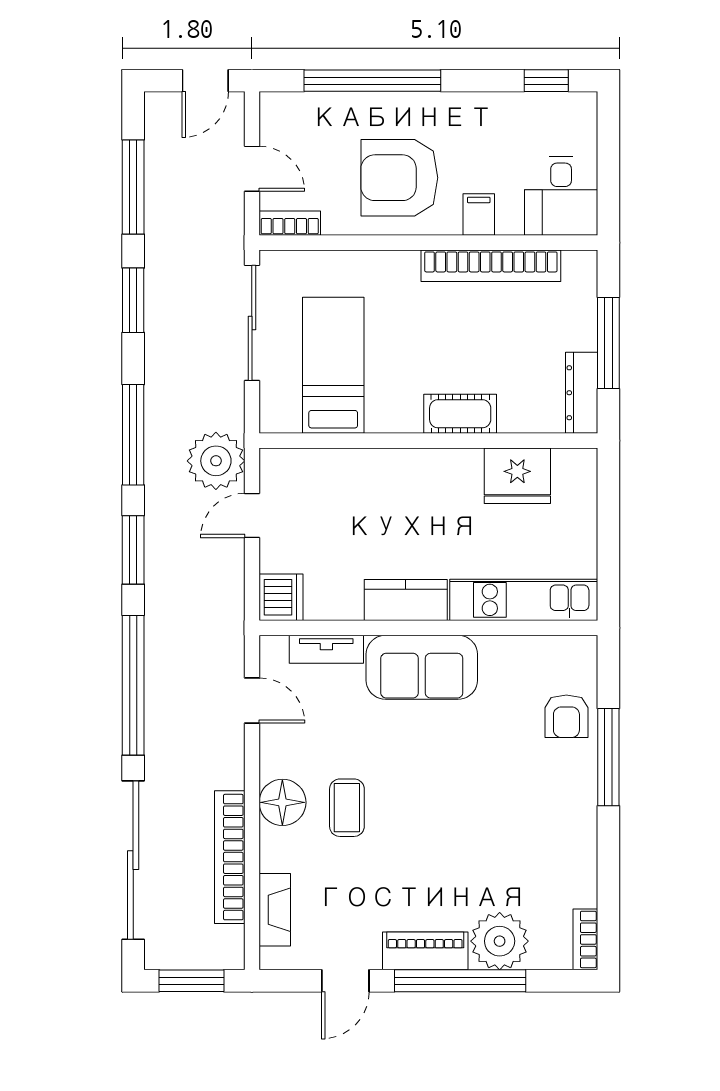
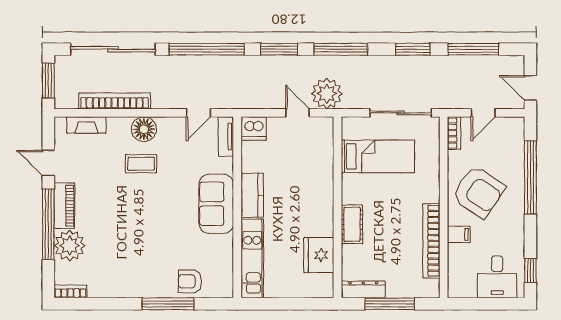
armchair: (399, 178) -> (478, 192), turned 124
desk: (561, 196) -> (497, 277), moved, turned -90
tv unit: (326, 649) -> (226, 137), moved

